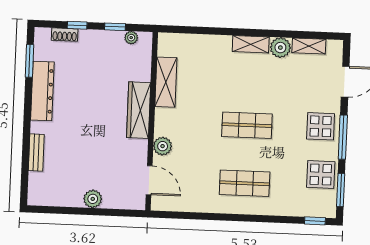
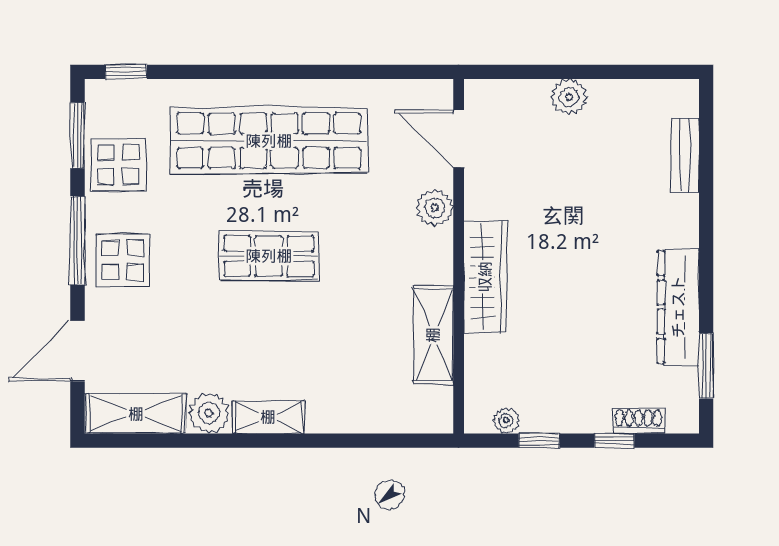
shelving: (309, 46) -> (136, 414), width x1.50, depth x1.33
bench: (36, 152) -> (685, 155), moved
shop shelf: (245, 183) -> (269, 141), width x2.00, depth x1.36

